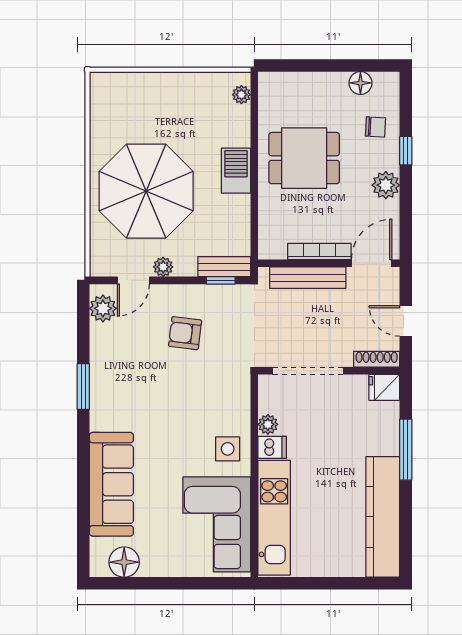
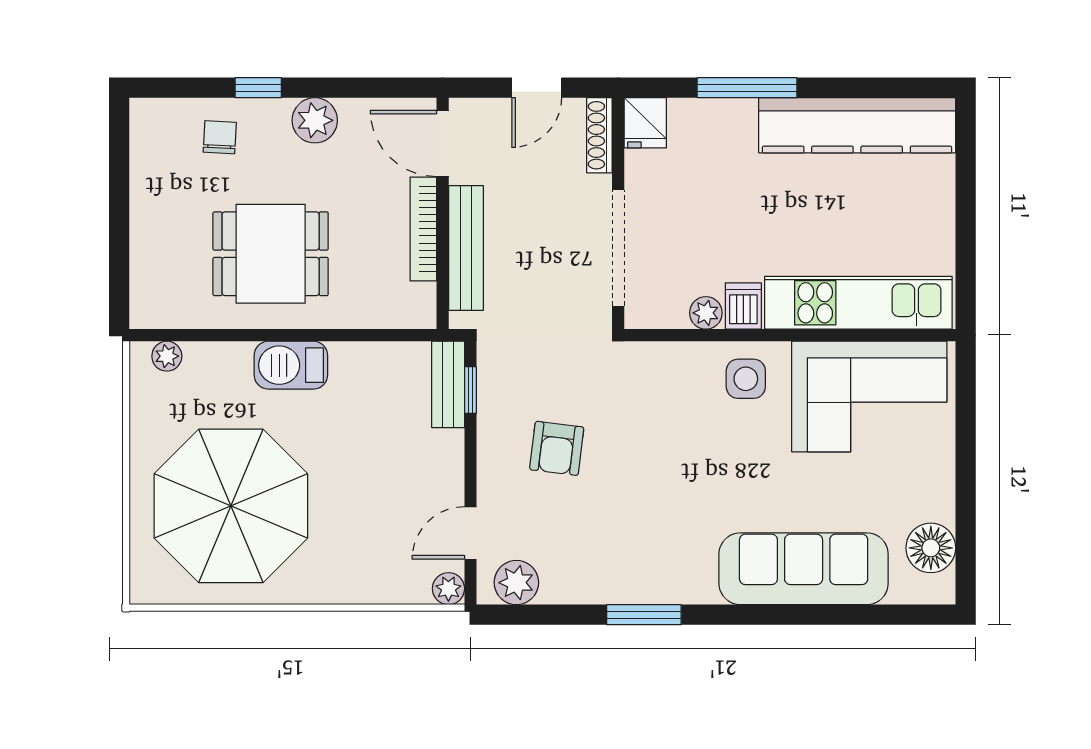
floor lamp: (360, 83) -> (148, 162), removed
dining table: (304, 158) -> (271, 254), turned 90
parasol: (146, 191) -> (231, 506), moved
plant: (163, 267) -> (448, 589), moved
door: (133, 280) -> (471, 533), swing flipped

